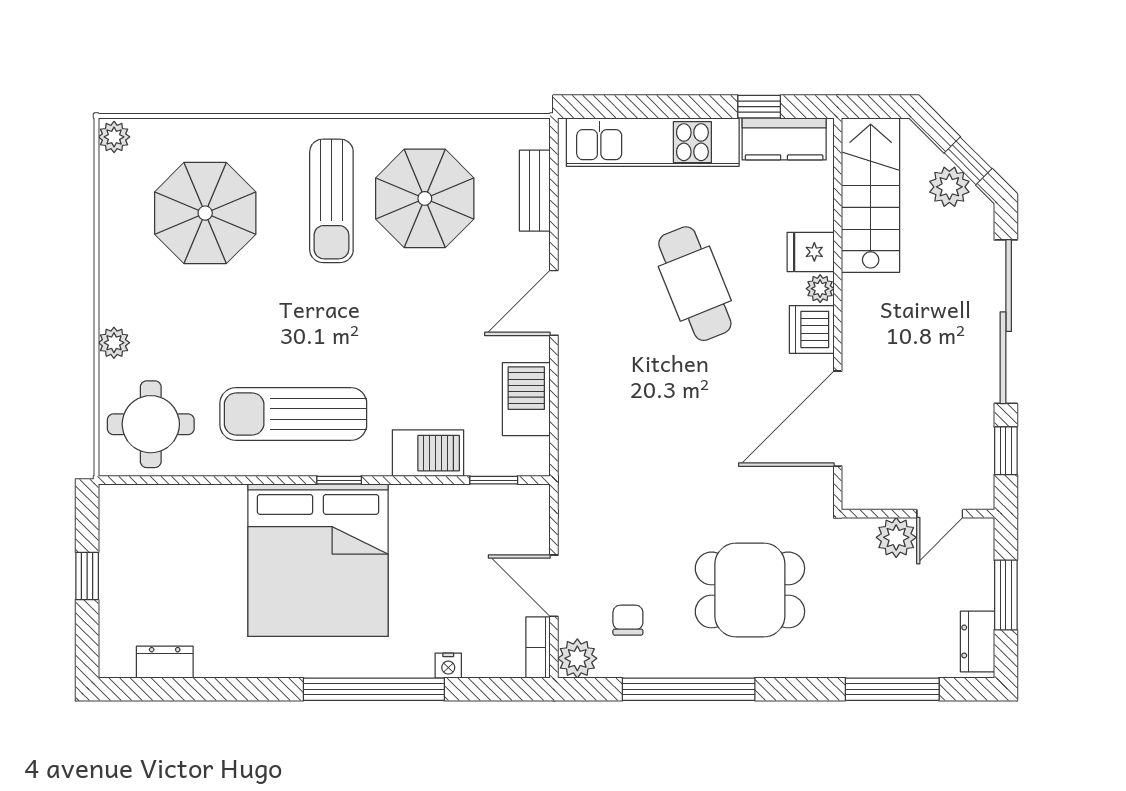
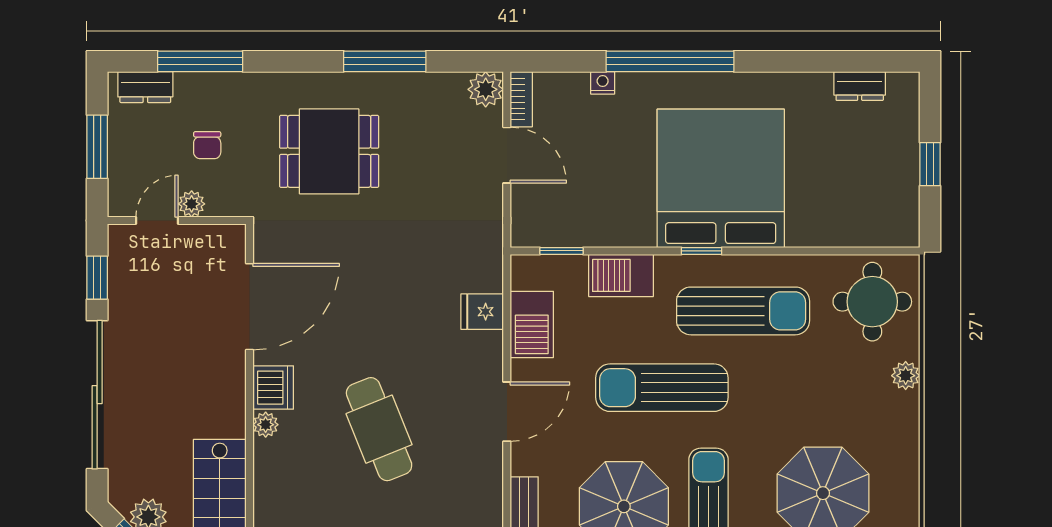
fridge: (811, 252) -> (482, 312), moved, turned 180
sun lounger: (383, 329) -> (662, 388), added
plant: (896, 537) -> (192, 204), width x0.73, depth x0.73
chair: (628, 620) -> (207, 145), moved
dresser: (978, 641) -> (145, 87), moved, turned 90
window: (689, 689) -> (385, 61), width x0.68

